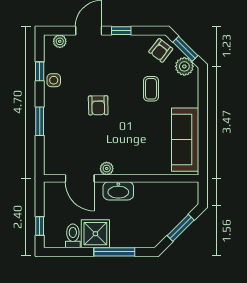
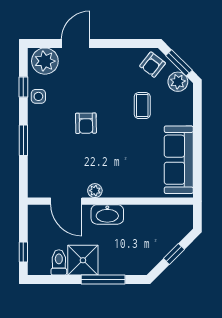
window: (121, 31) -> (110, 44), removed
plant: (60, 41) -> (45, 61), width x1.87, depth x1.87
window: (181, 228) -> (174, 254), width x0.67

